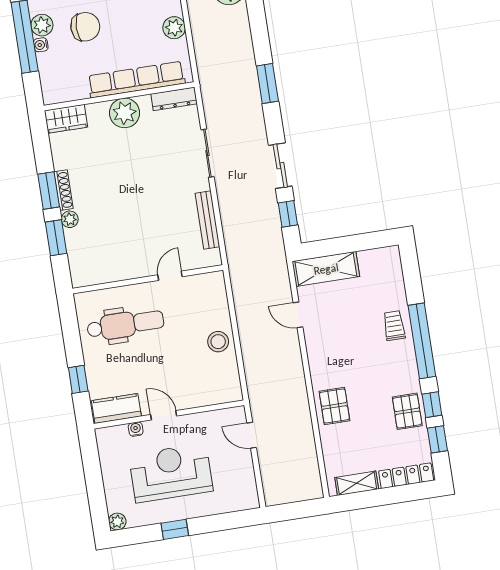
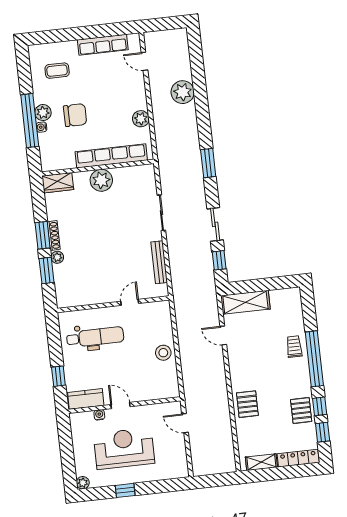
dresser: (174, 99) -> (138, 171), removed

